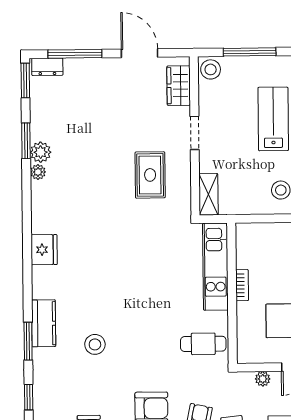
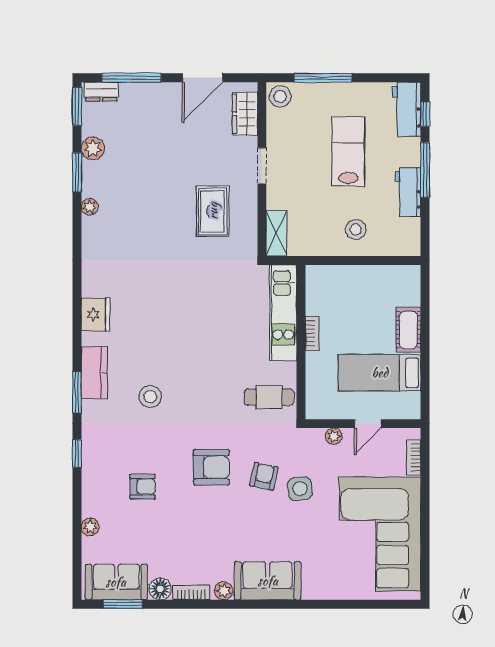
door: (139, 53) -> (202, 78), swing flipped
plant: (41, 152) -> (93, 148), moved
fridge: (44, 250) -> (96, 314), moved

